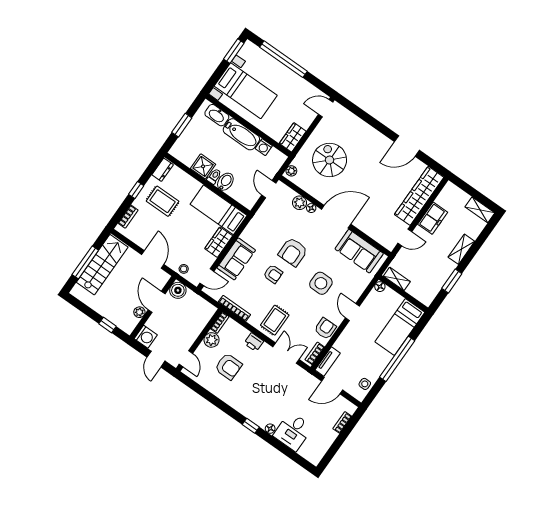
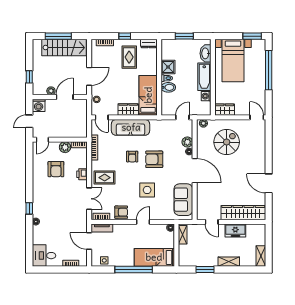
sofa: (236, 259) -> (131, 127), width x1.36
boiler: (178, 290) -> (81, 105), removed
desk: (293, 431) -> (44, 256), moved

